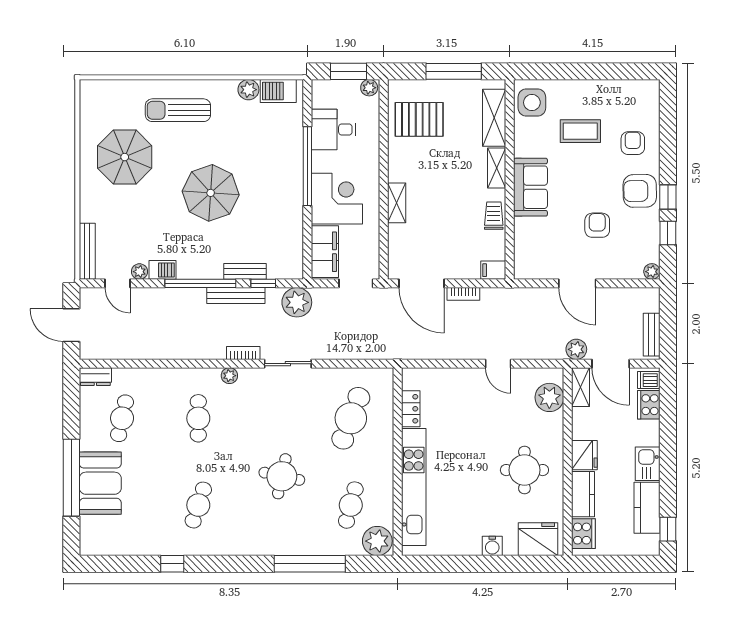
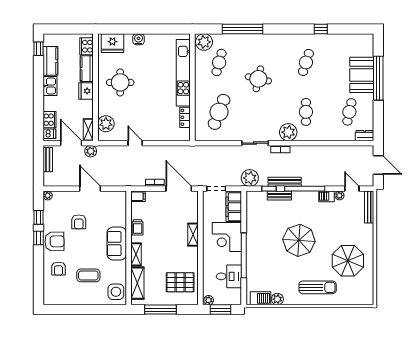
plant: (229, 376) -> (288, 132), width x1.88, depth x1.88

